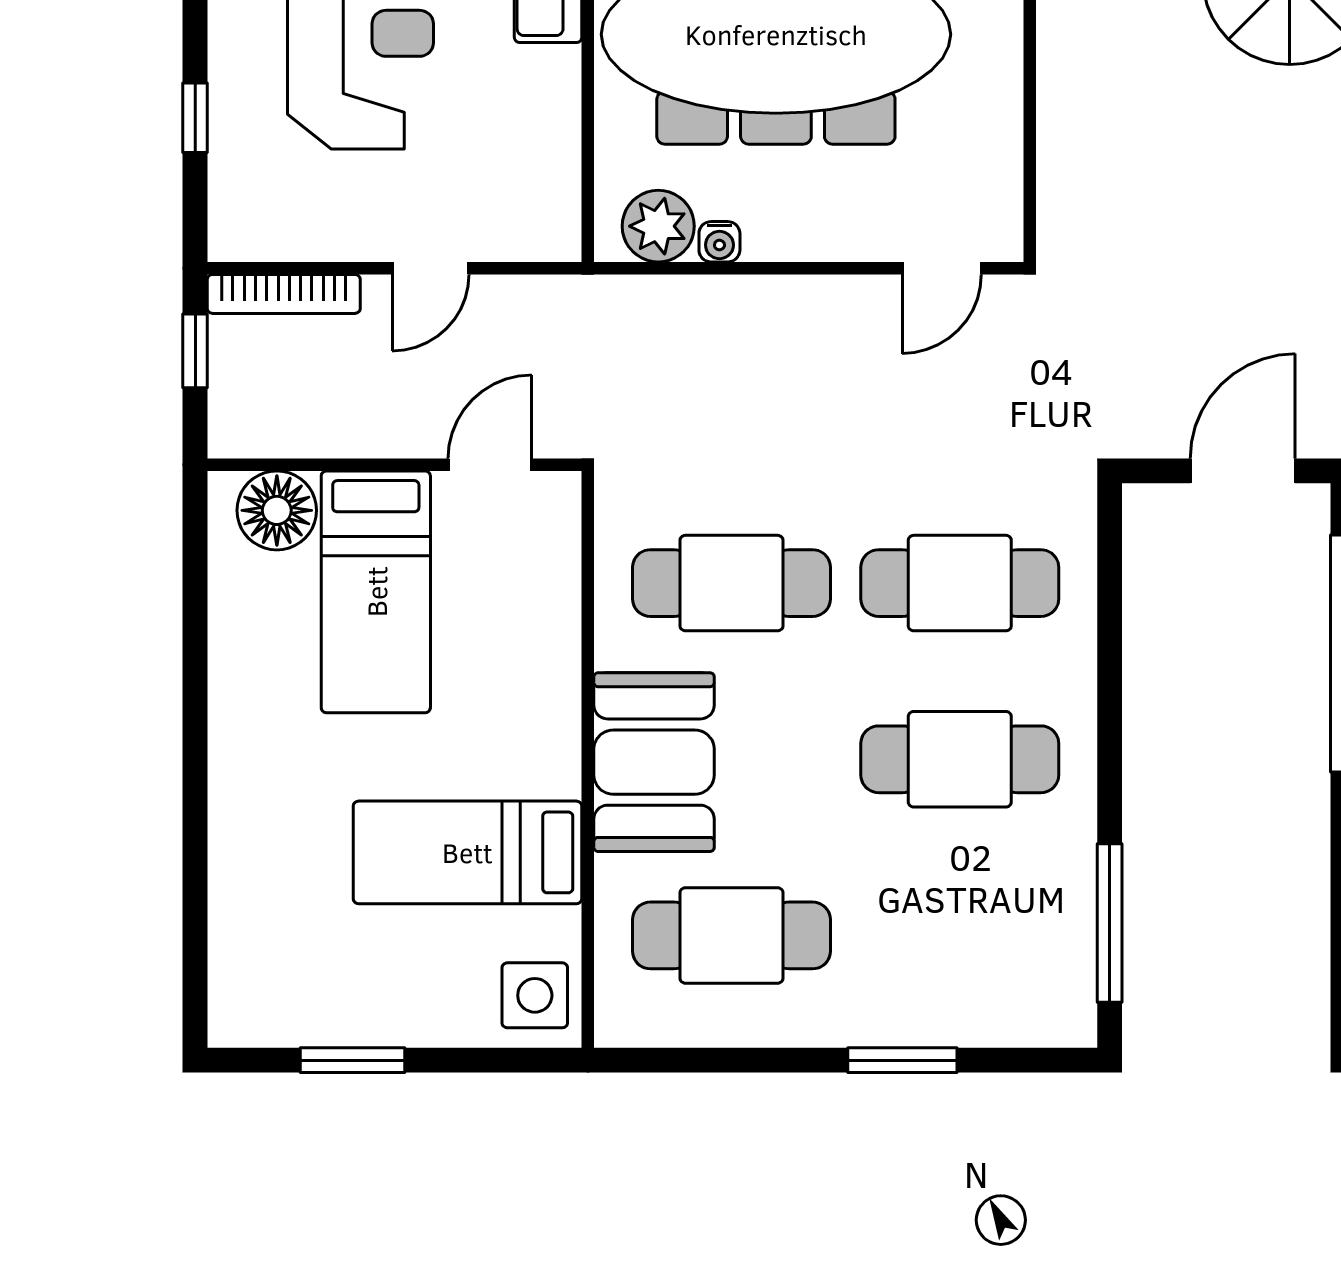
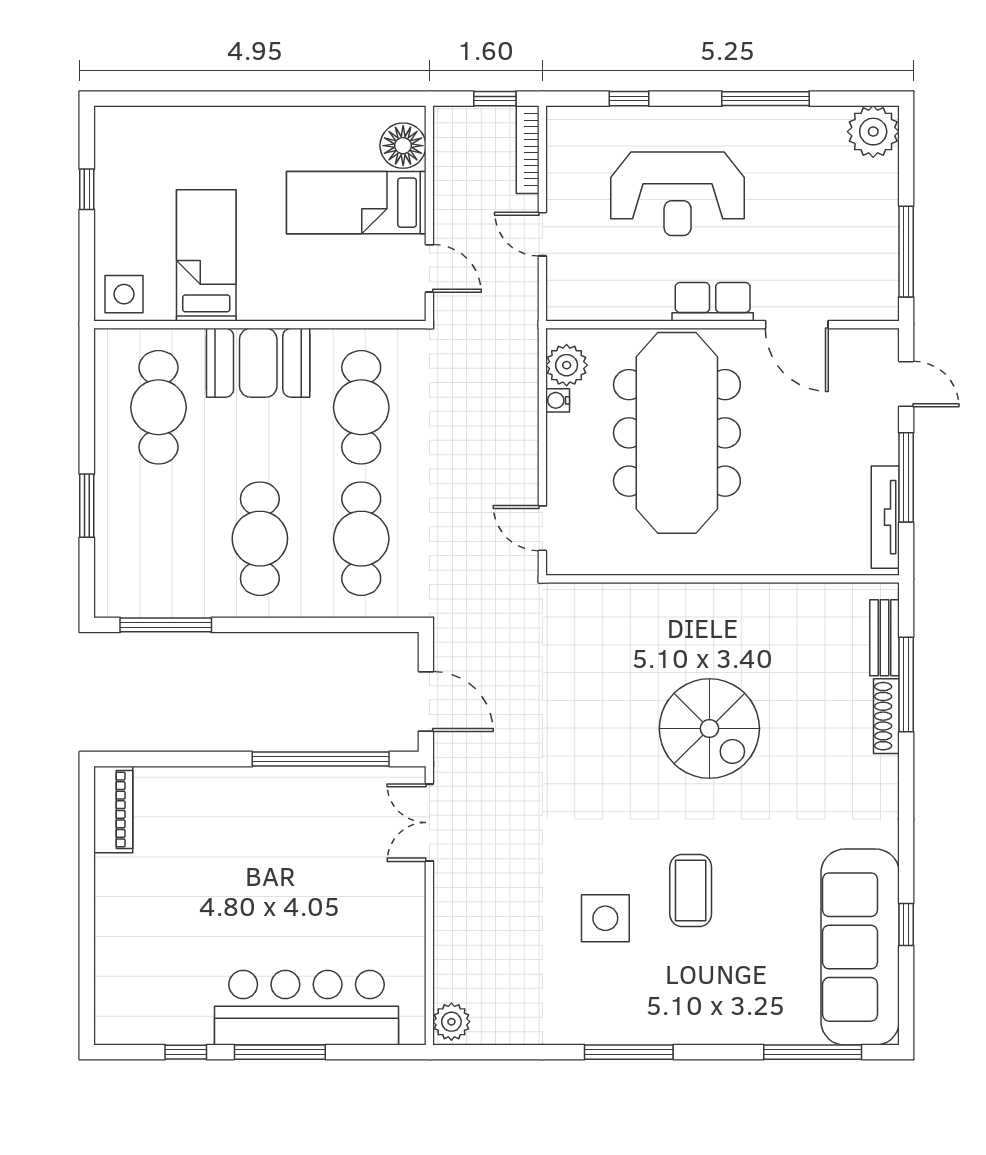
window: (353, 1060) -> (87, 189), width x0.67

